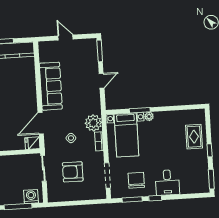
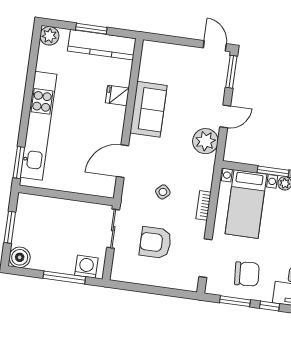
door: (66, 37) -> (215, 46), moved
sofa: (51, 86) -> (149, 109), width x0.73
plant: (93, 123) -> (205, 141), moved
fridge: (32, 143) -> (117, 95), moved
chair: (136, 180) -> (247, 274), turned 86

